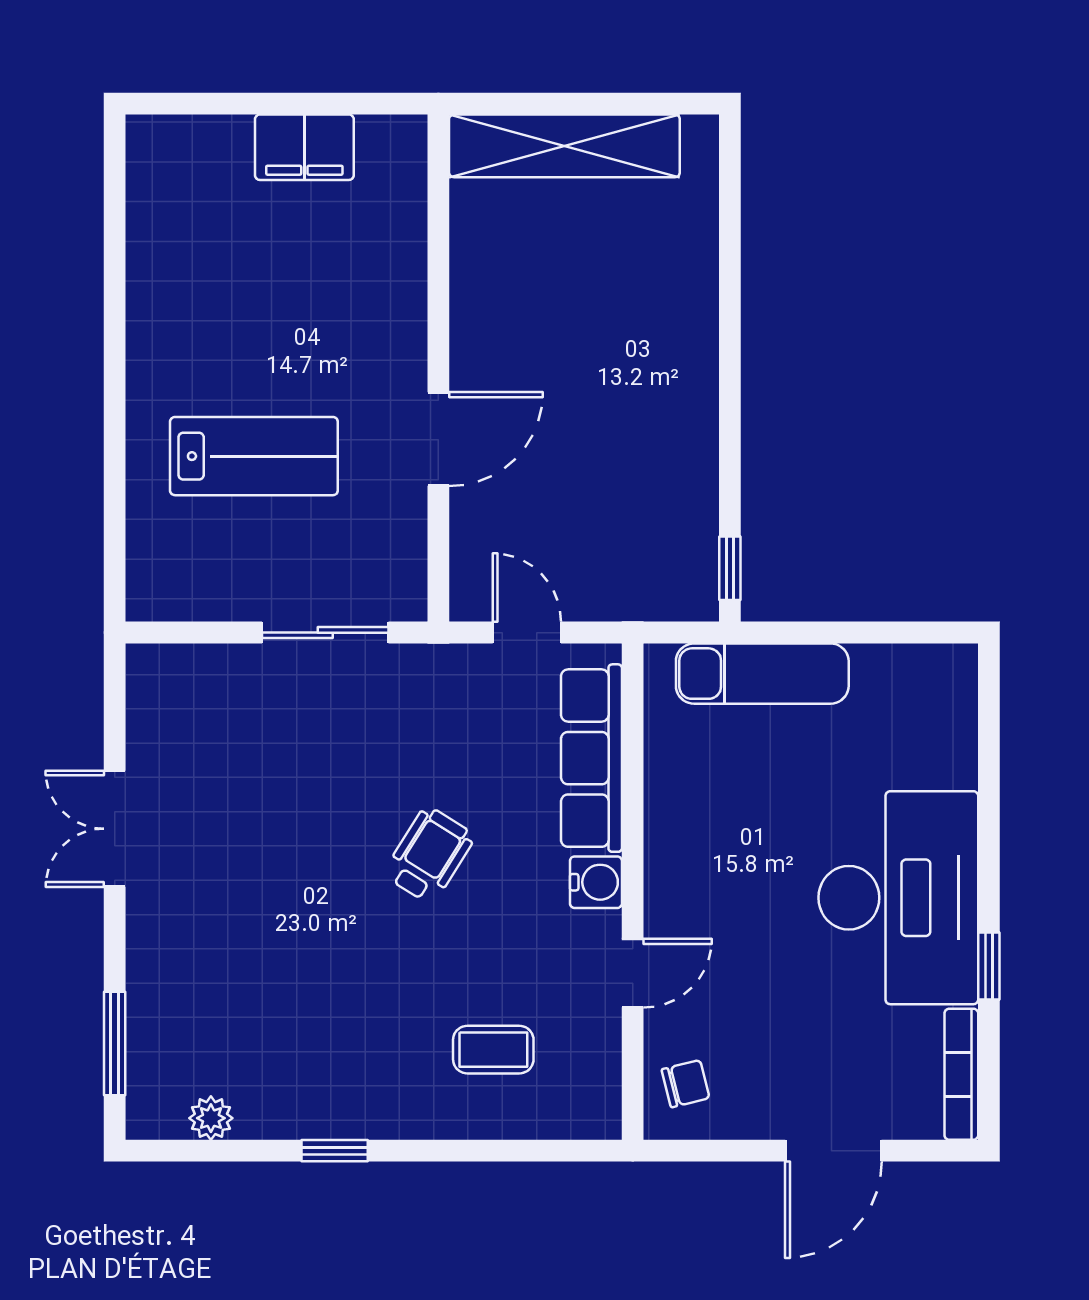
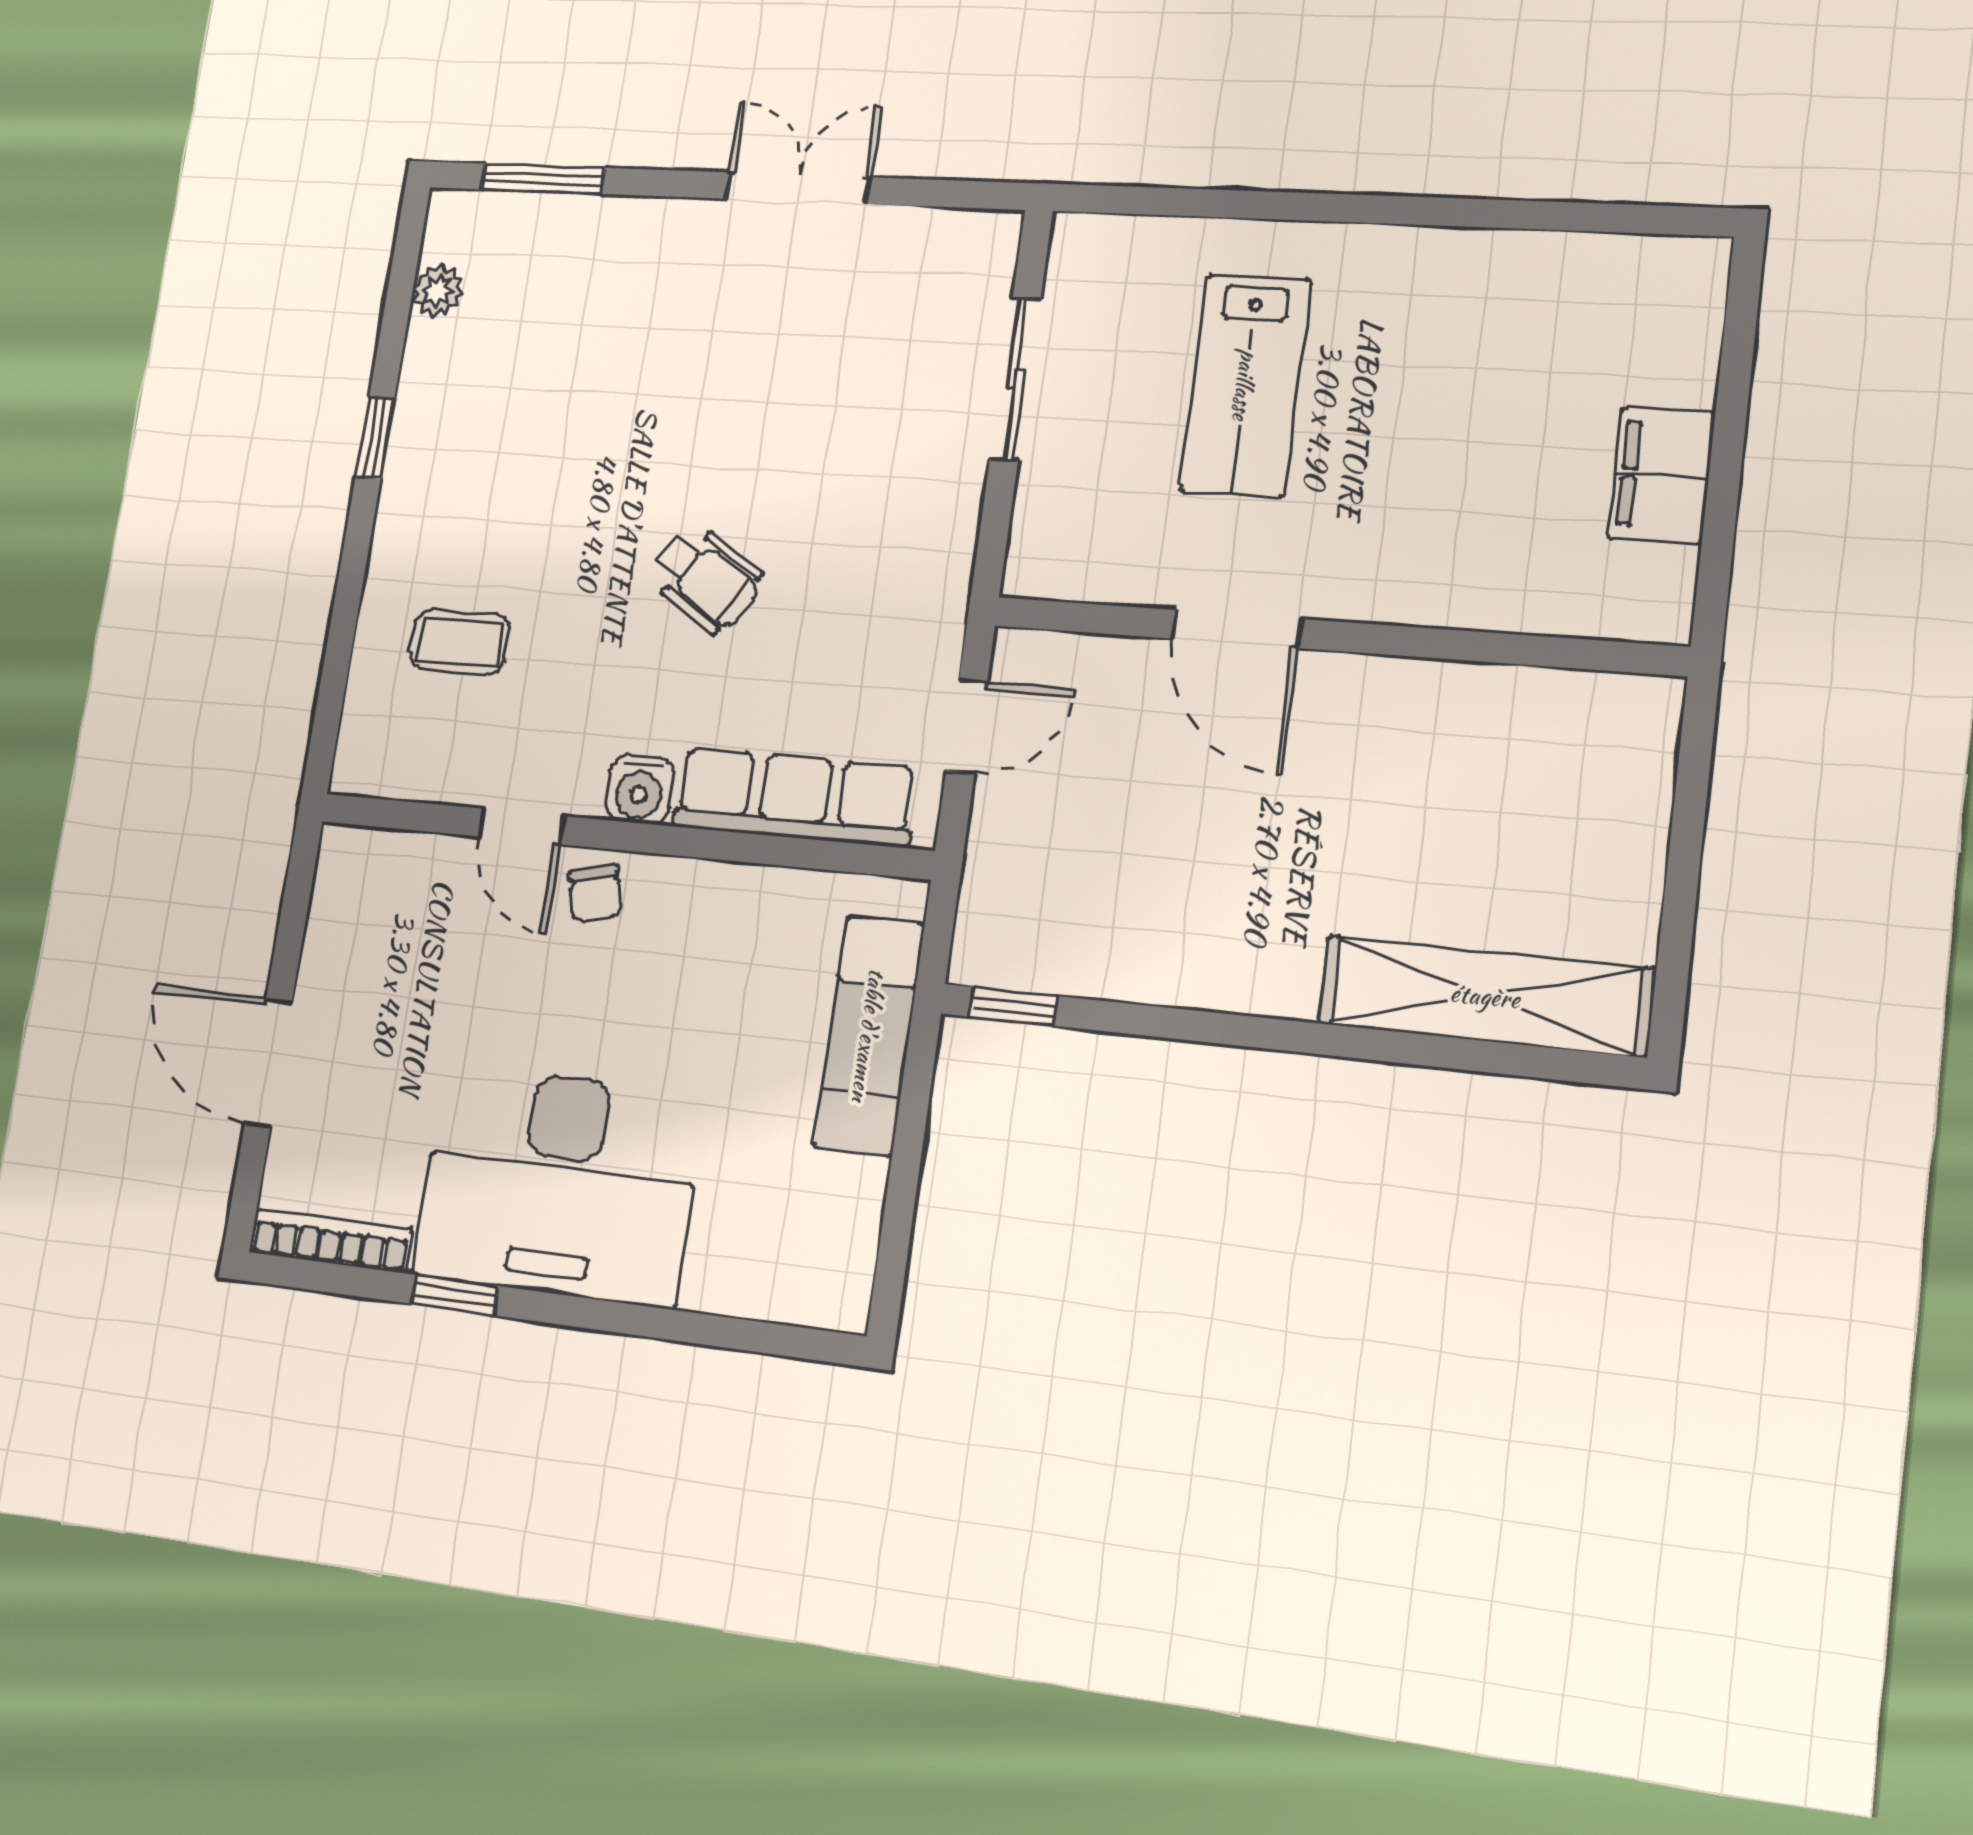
shelving: (564, 146) -> (1485, 996), moved, turned 90
sliding door: (325, 633) -> (1015, 379), moved
coffee table: (493, 1050) -> (459, 642), turned 90
chair: (686, 1084) -> (595, 893), moved

